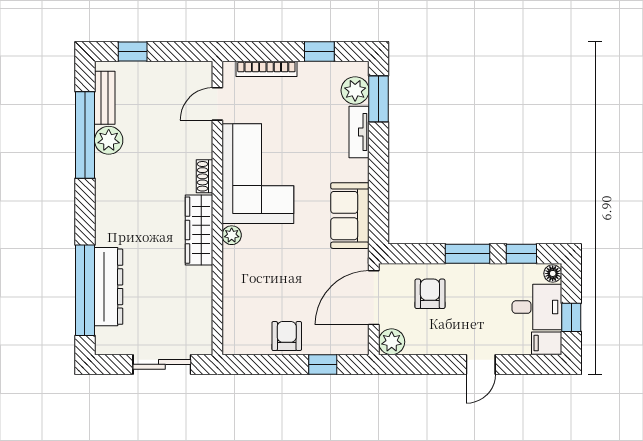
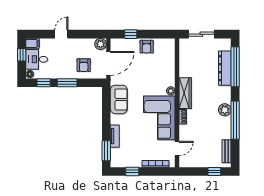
plant: (355, 90) -> (117, 154), removed
window: (85, 135) -> (235, 120), moved
plant: (109, 140) -> (225, 110), moved

